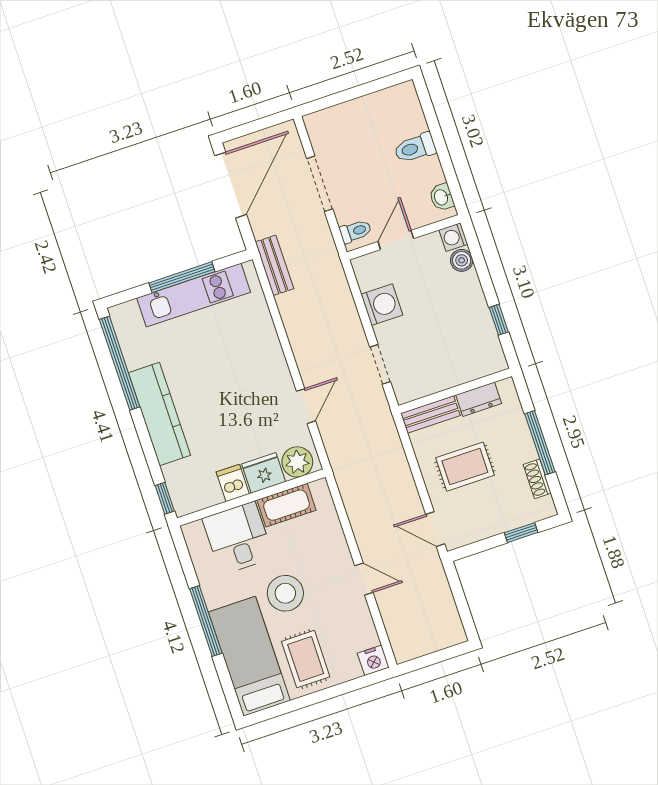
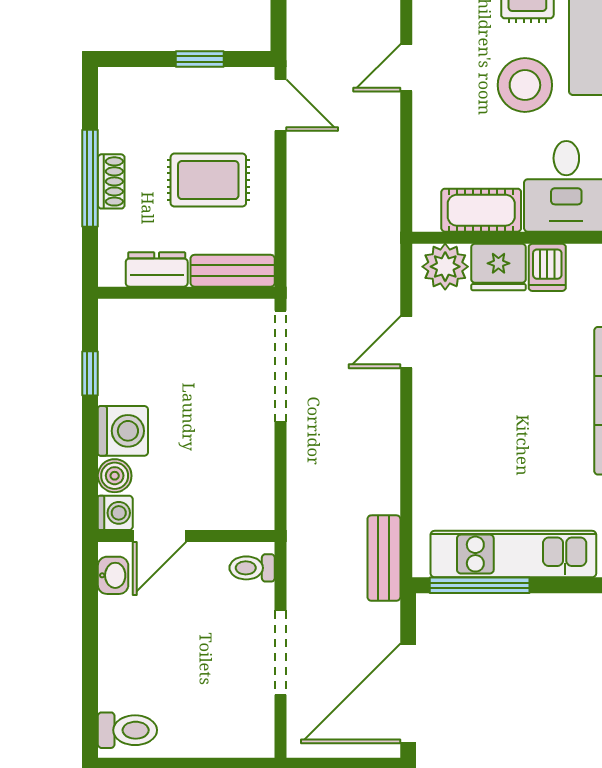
toilet: (415, 148) -> (127, 730), moved
door: (396, 240) -> (160, 536), moved
window: (182, 277) -> (480, 585), moved
washing machine: (382, 305) -> (123, 431), moved, turned 180
doorway: (380, 364) -> (281, 366), width x1.87
shoe rack: (537, 479) -> (111, 181), moved
window: (521, 533) -> (200, 59), moved
door: (364, 579) -> (406, 68), hinge flipped

